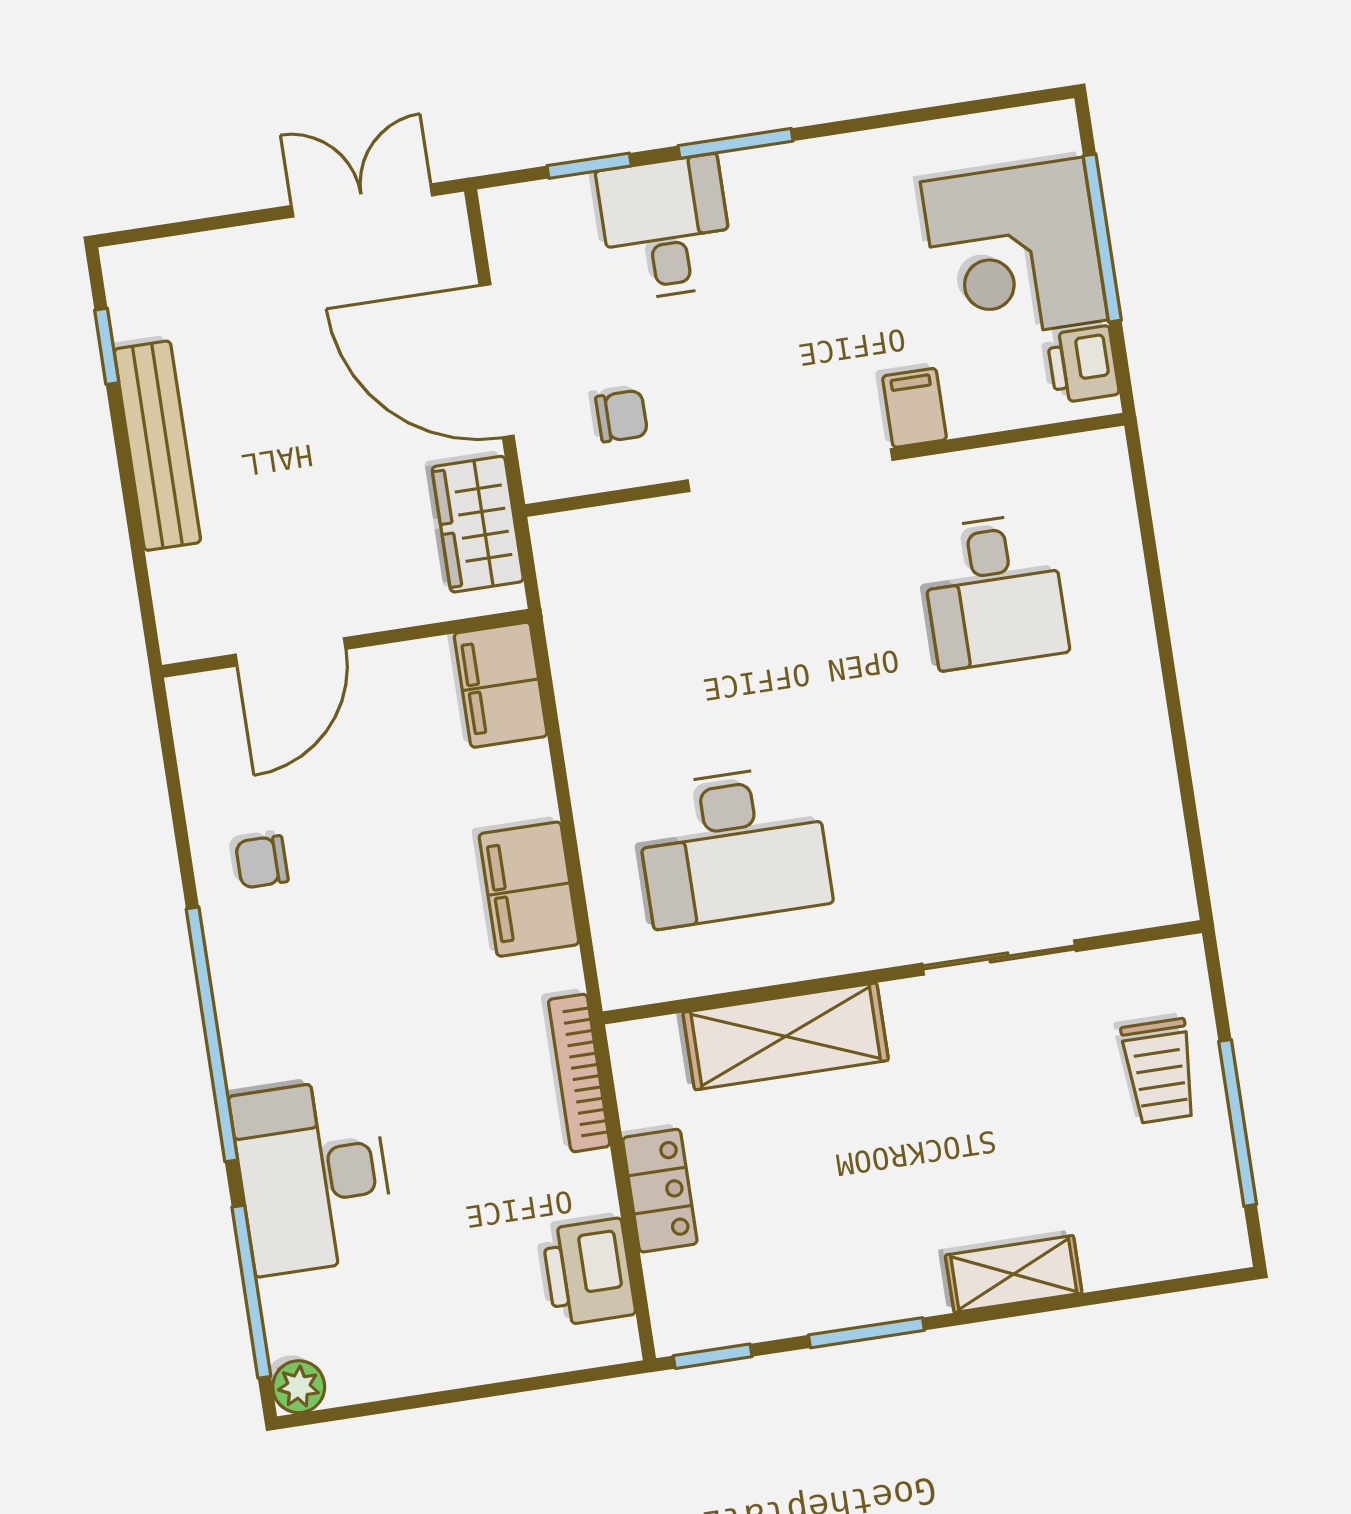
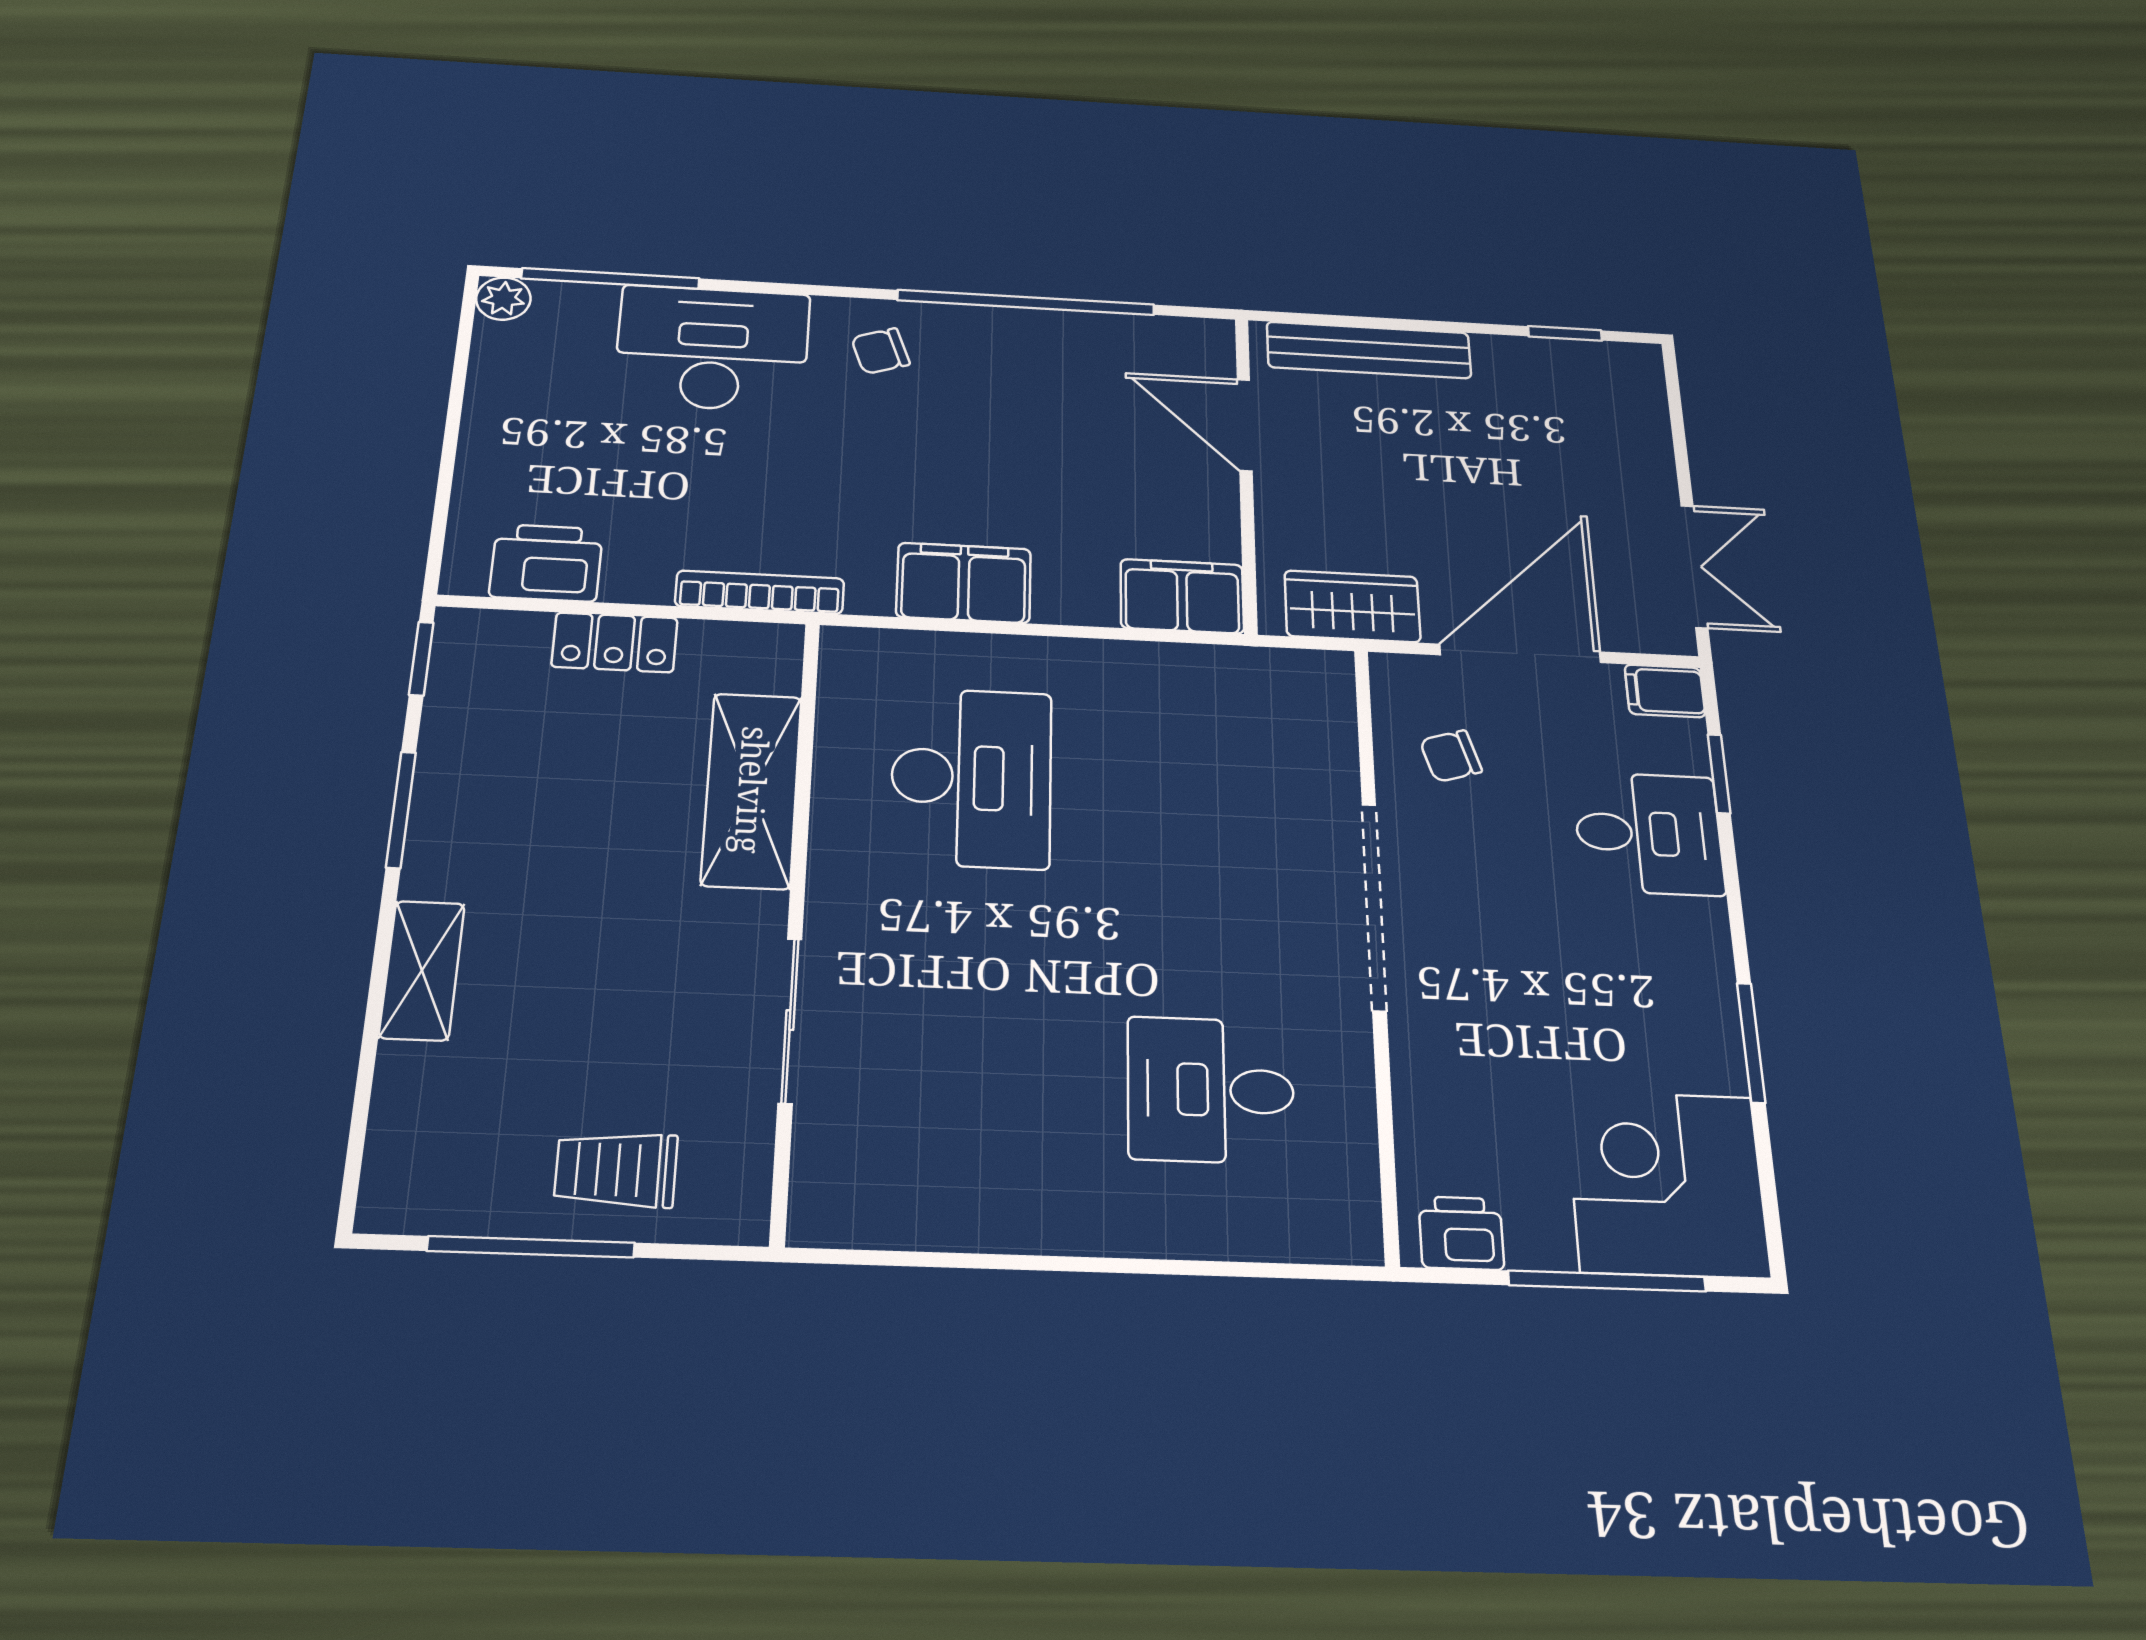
window: (736, 143) -> (1751, 1043), moved
corner desk: (1014, 251) -> (1667, 1184), moved
filing cabinet: (915, 408) -> (1665, 691), moved, turned 180
chair: (622, 416) -> (1451, 756), turned 73
bench: (157, 446) -> (1369, 350), moved
desk: (733, 846) -> (971, 777), turned 180
chair: (262, 862) -> (880, 351), moved, turned -109
window: (212, 1034) -> (1026, 302), moved

